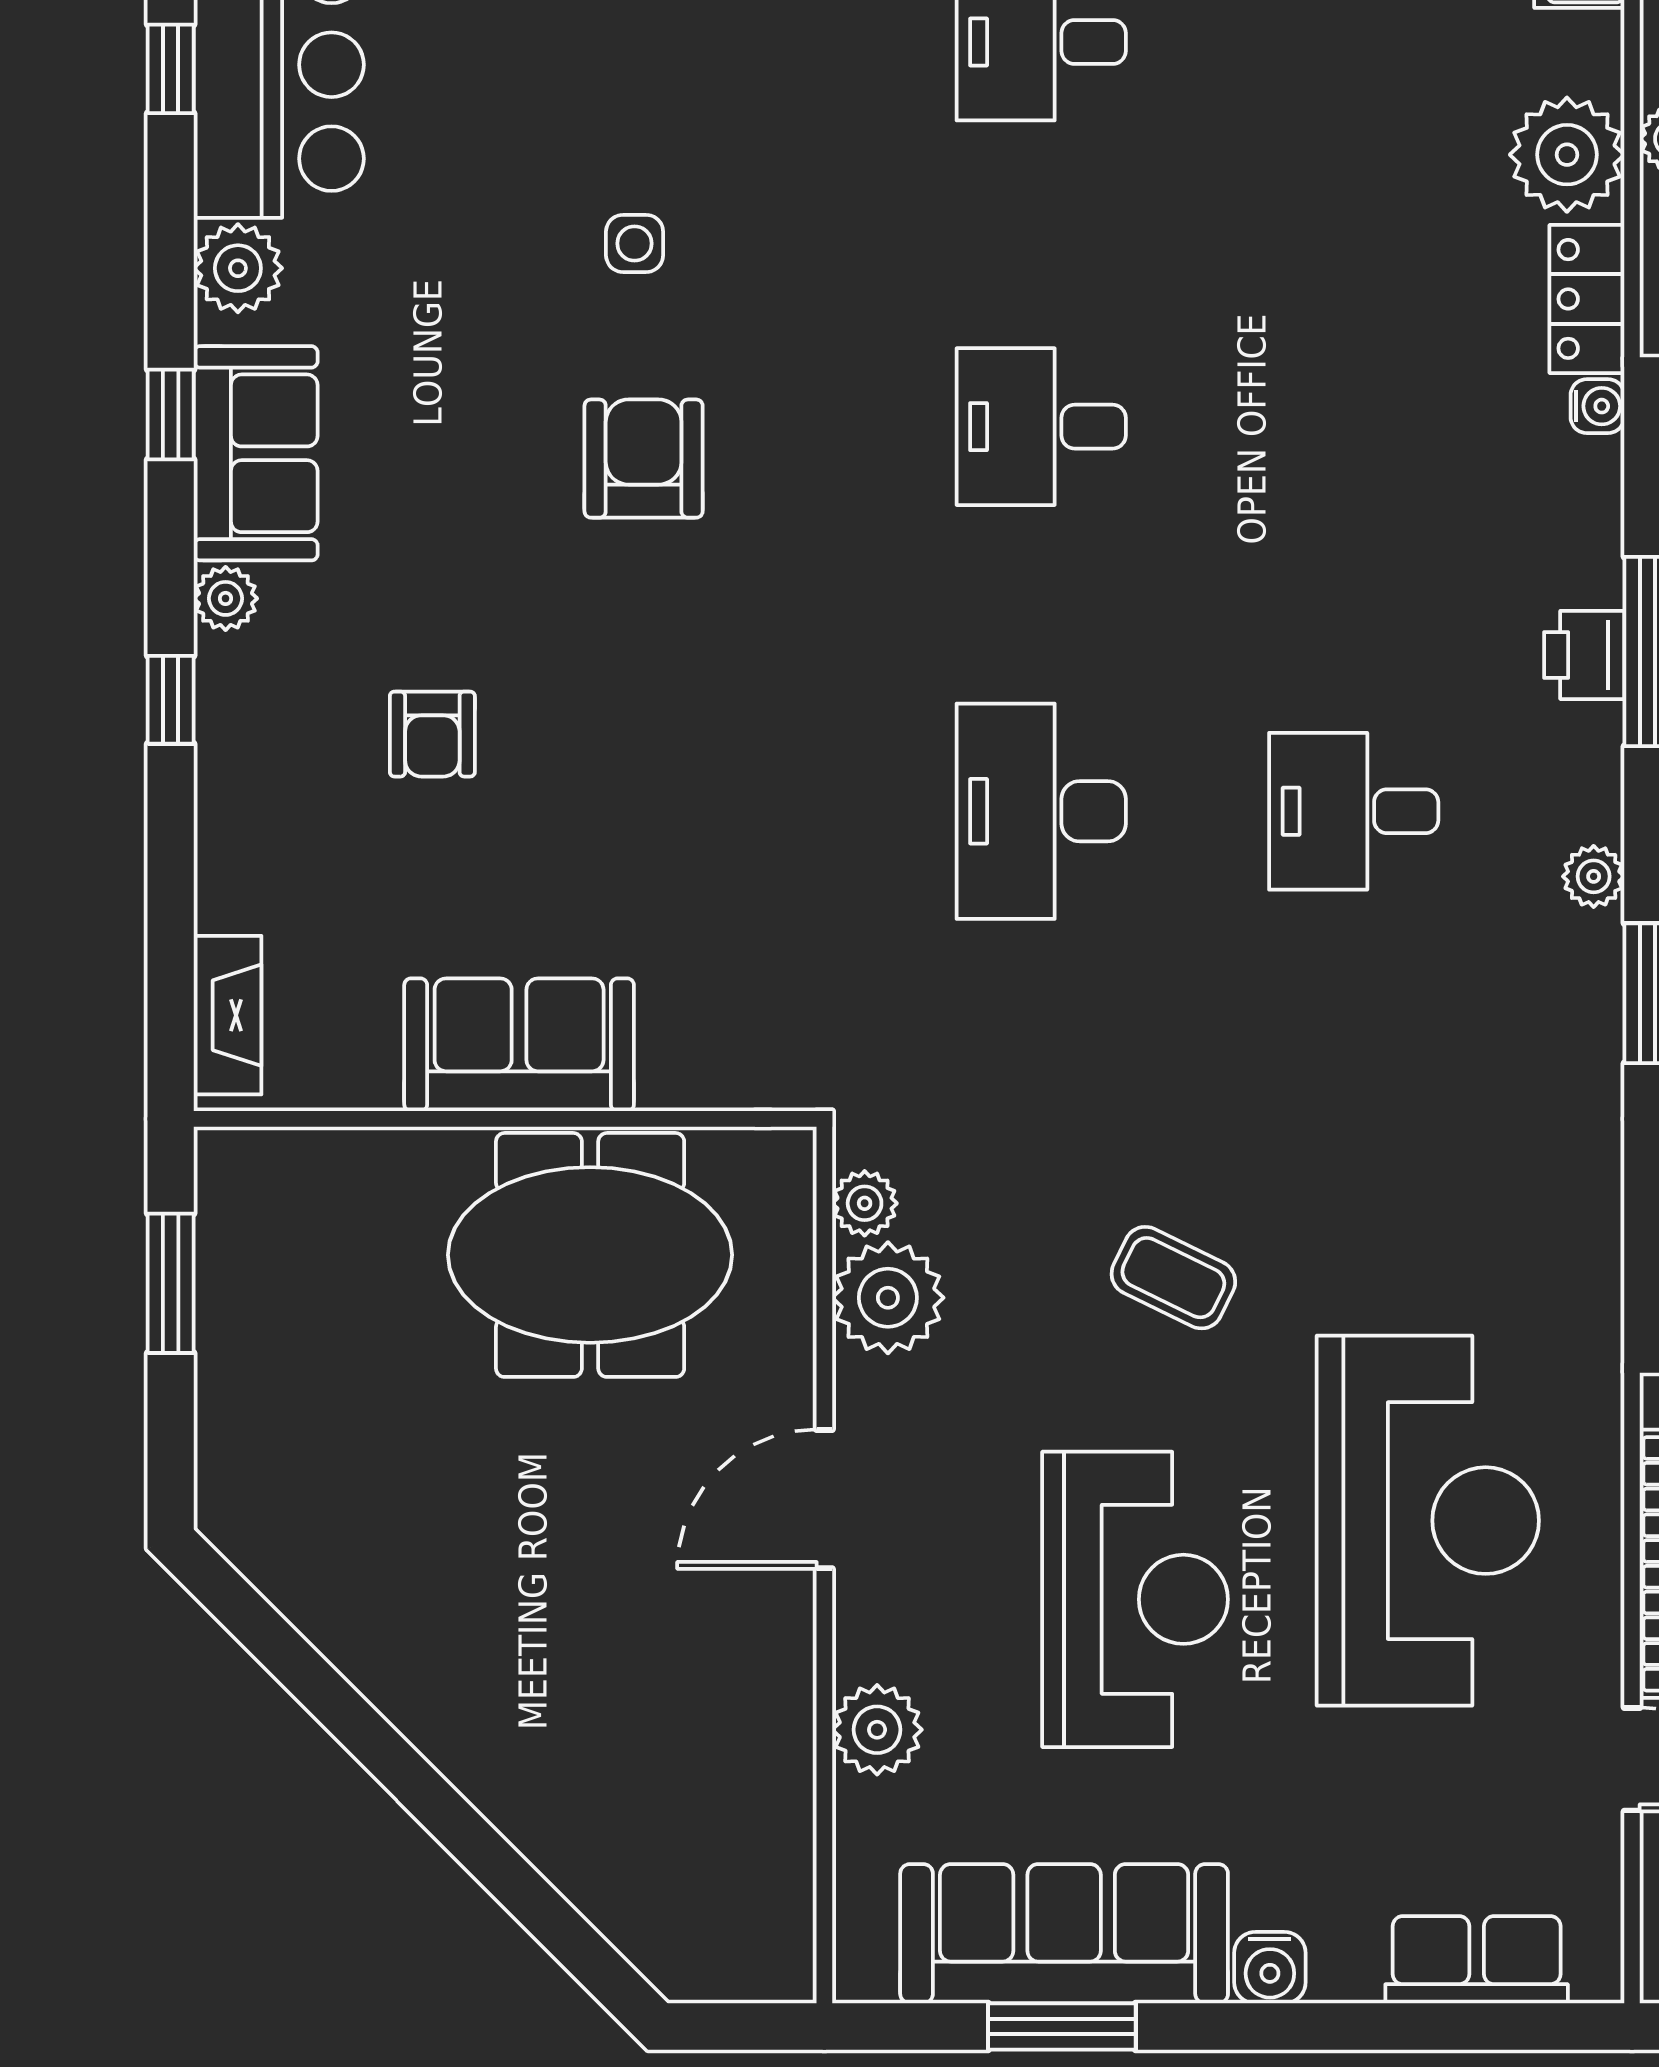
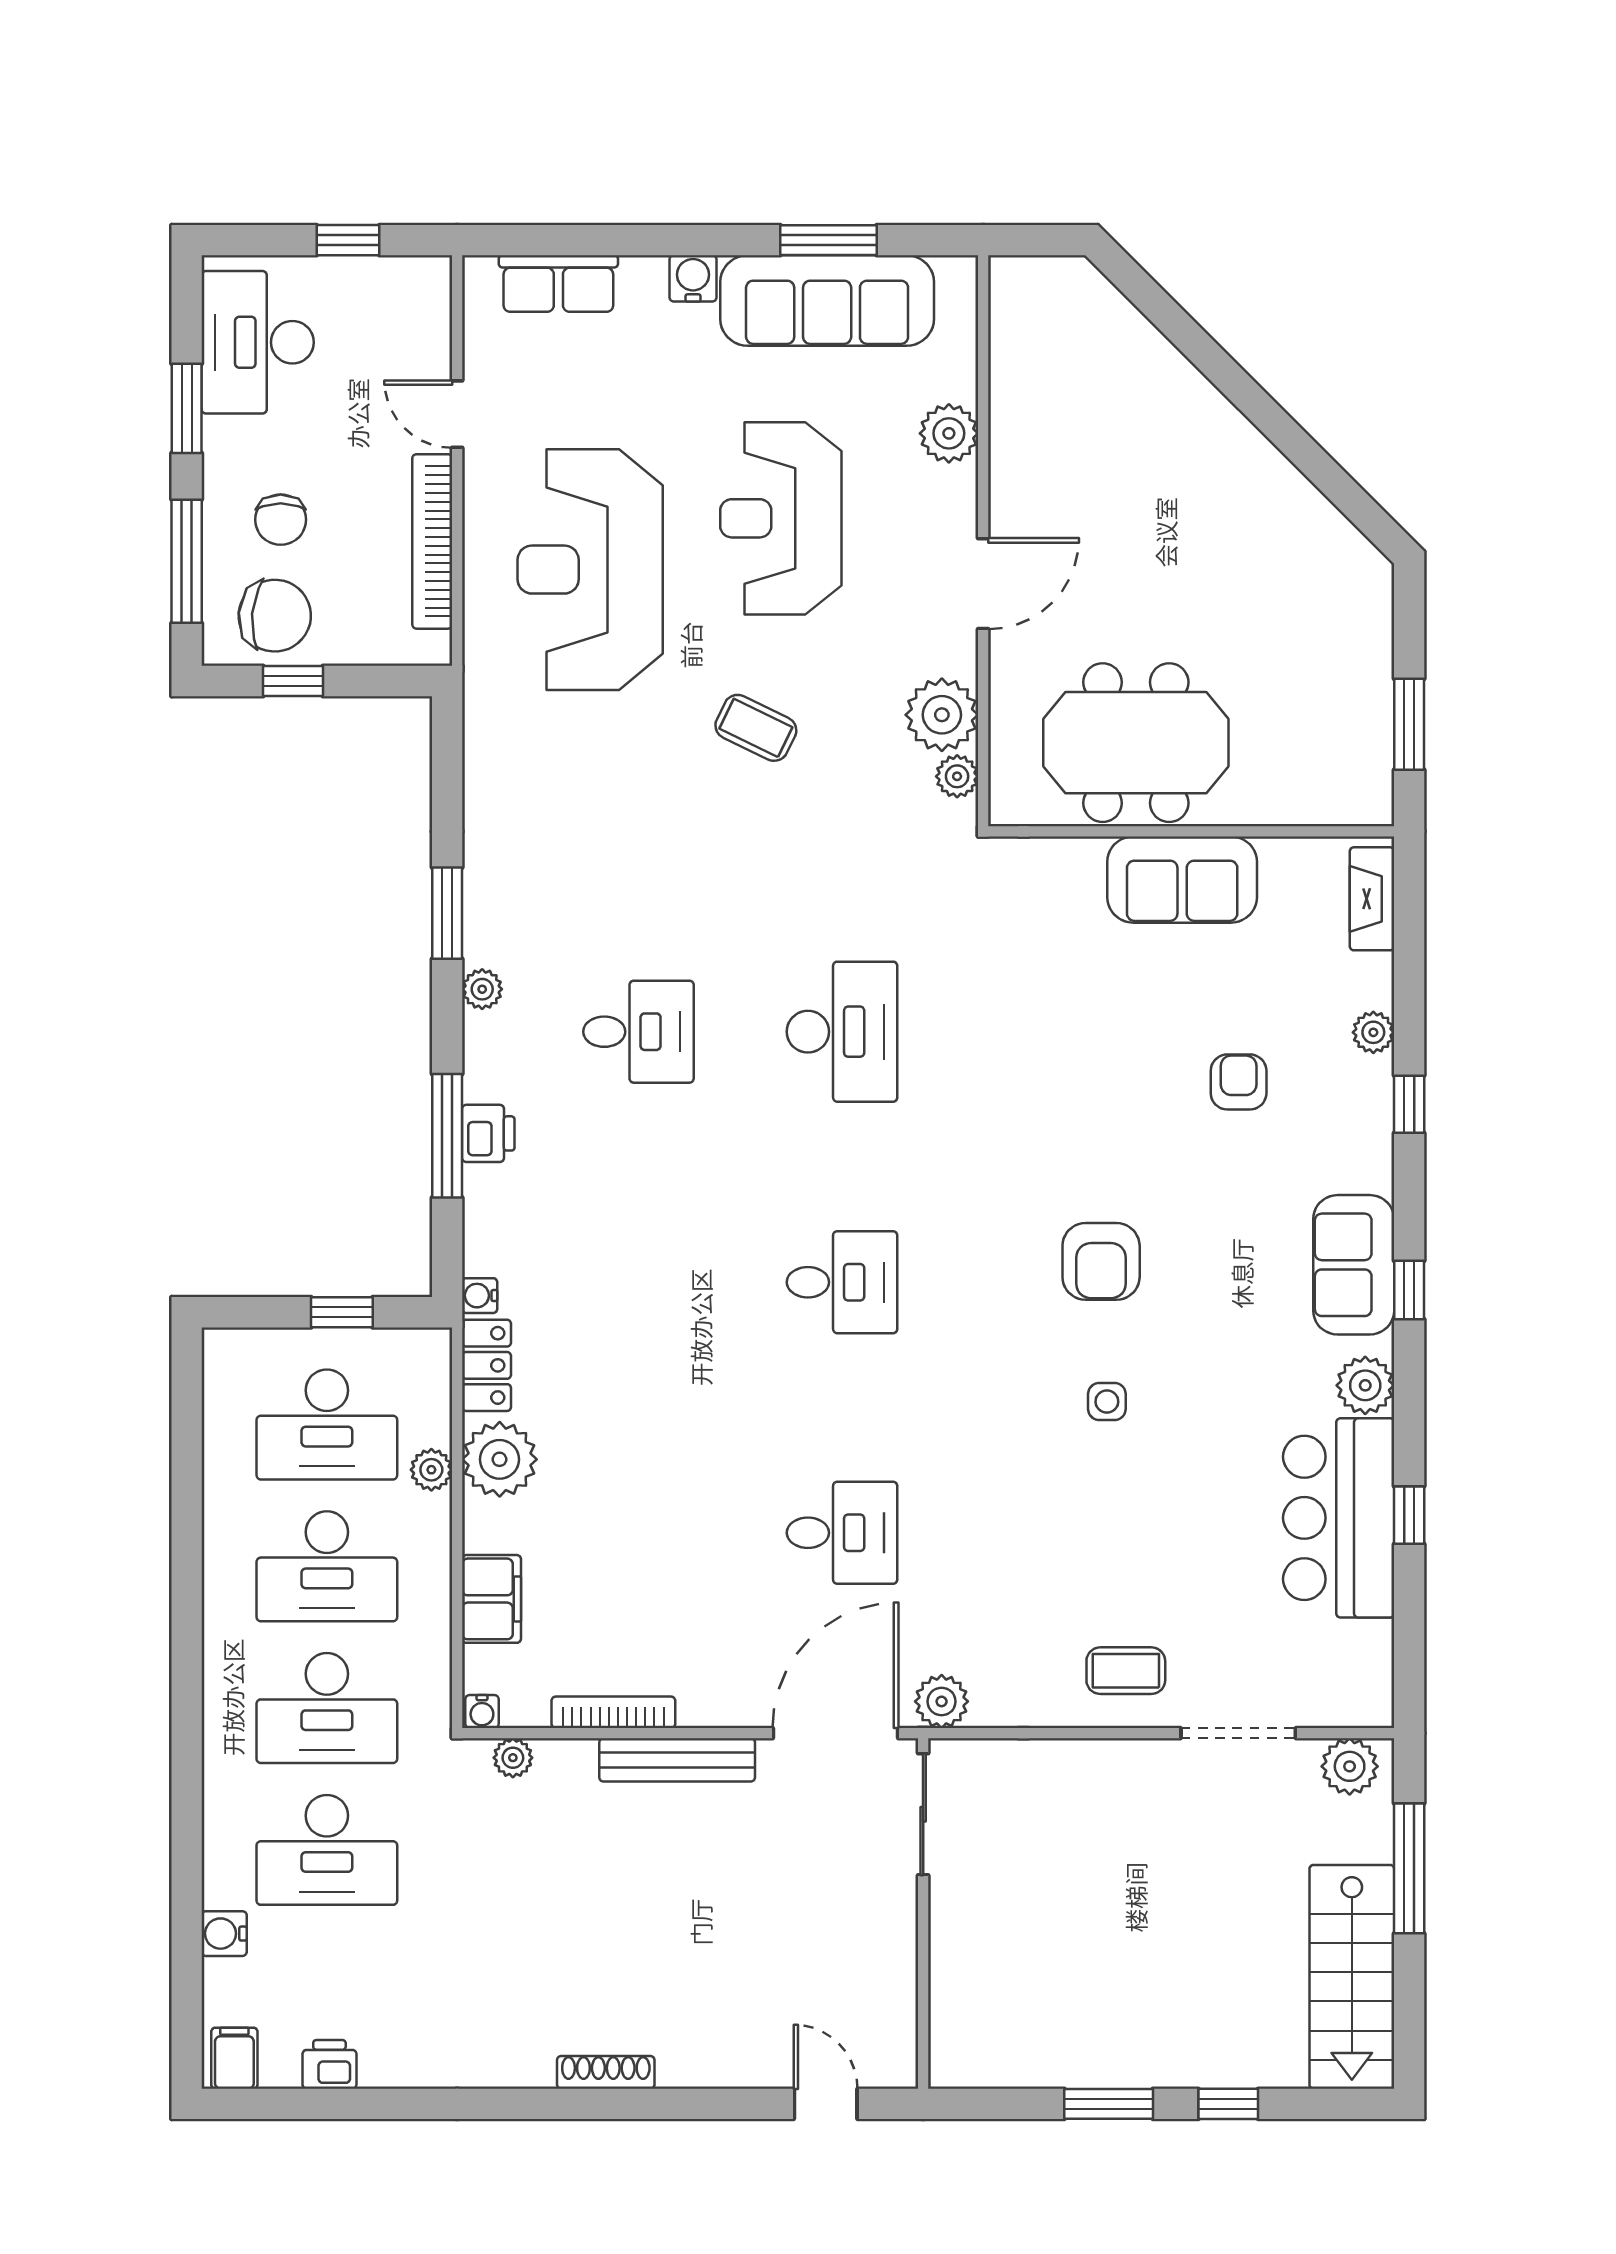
plant: (226, 598) -> (1373, 1032), moved

